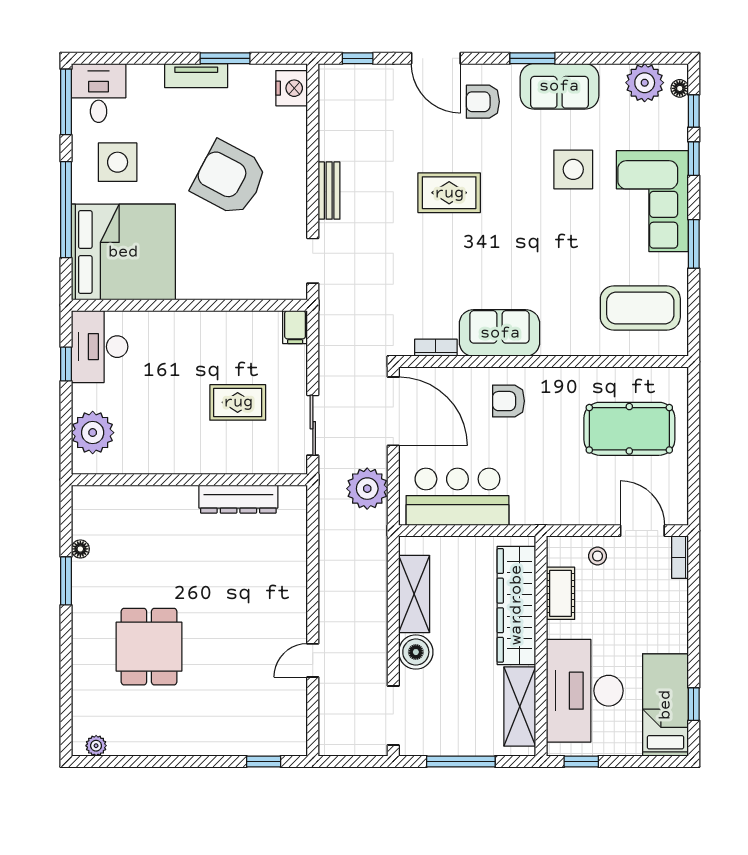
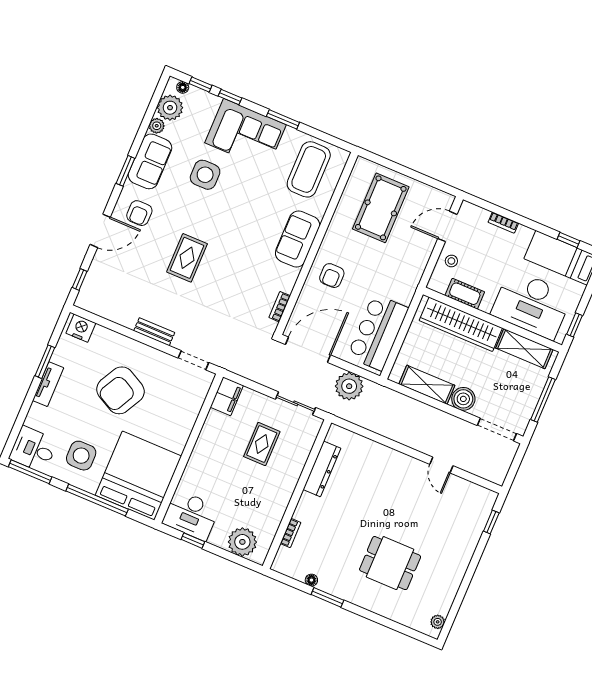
plant: (612, 75) -> (157, 126), added
filing cabinet: (295, 327) -> (227, 396), width x2.00
sofa: (500, 333) -> (298, 239), moved
bookcase: (133, 493) -> (291, 533), added
bookcase: (680, 557) -> (503, 223), moved

